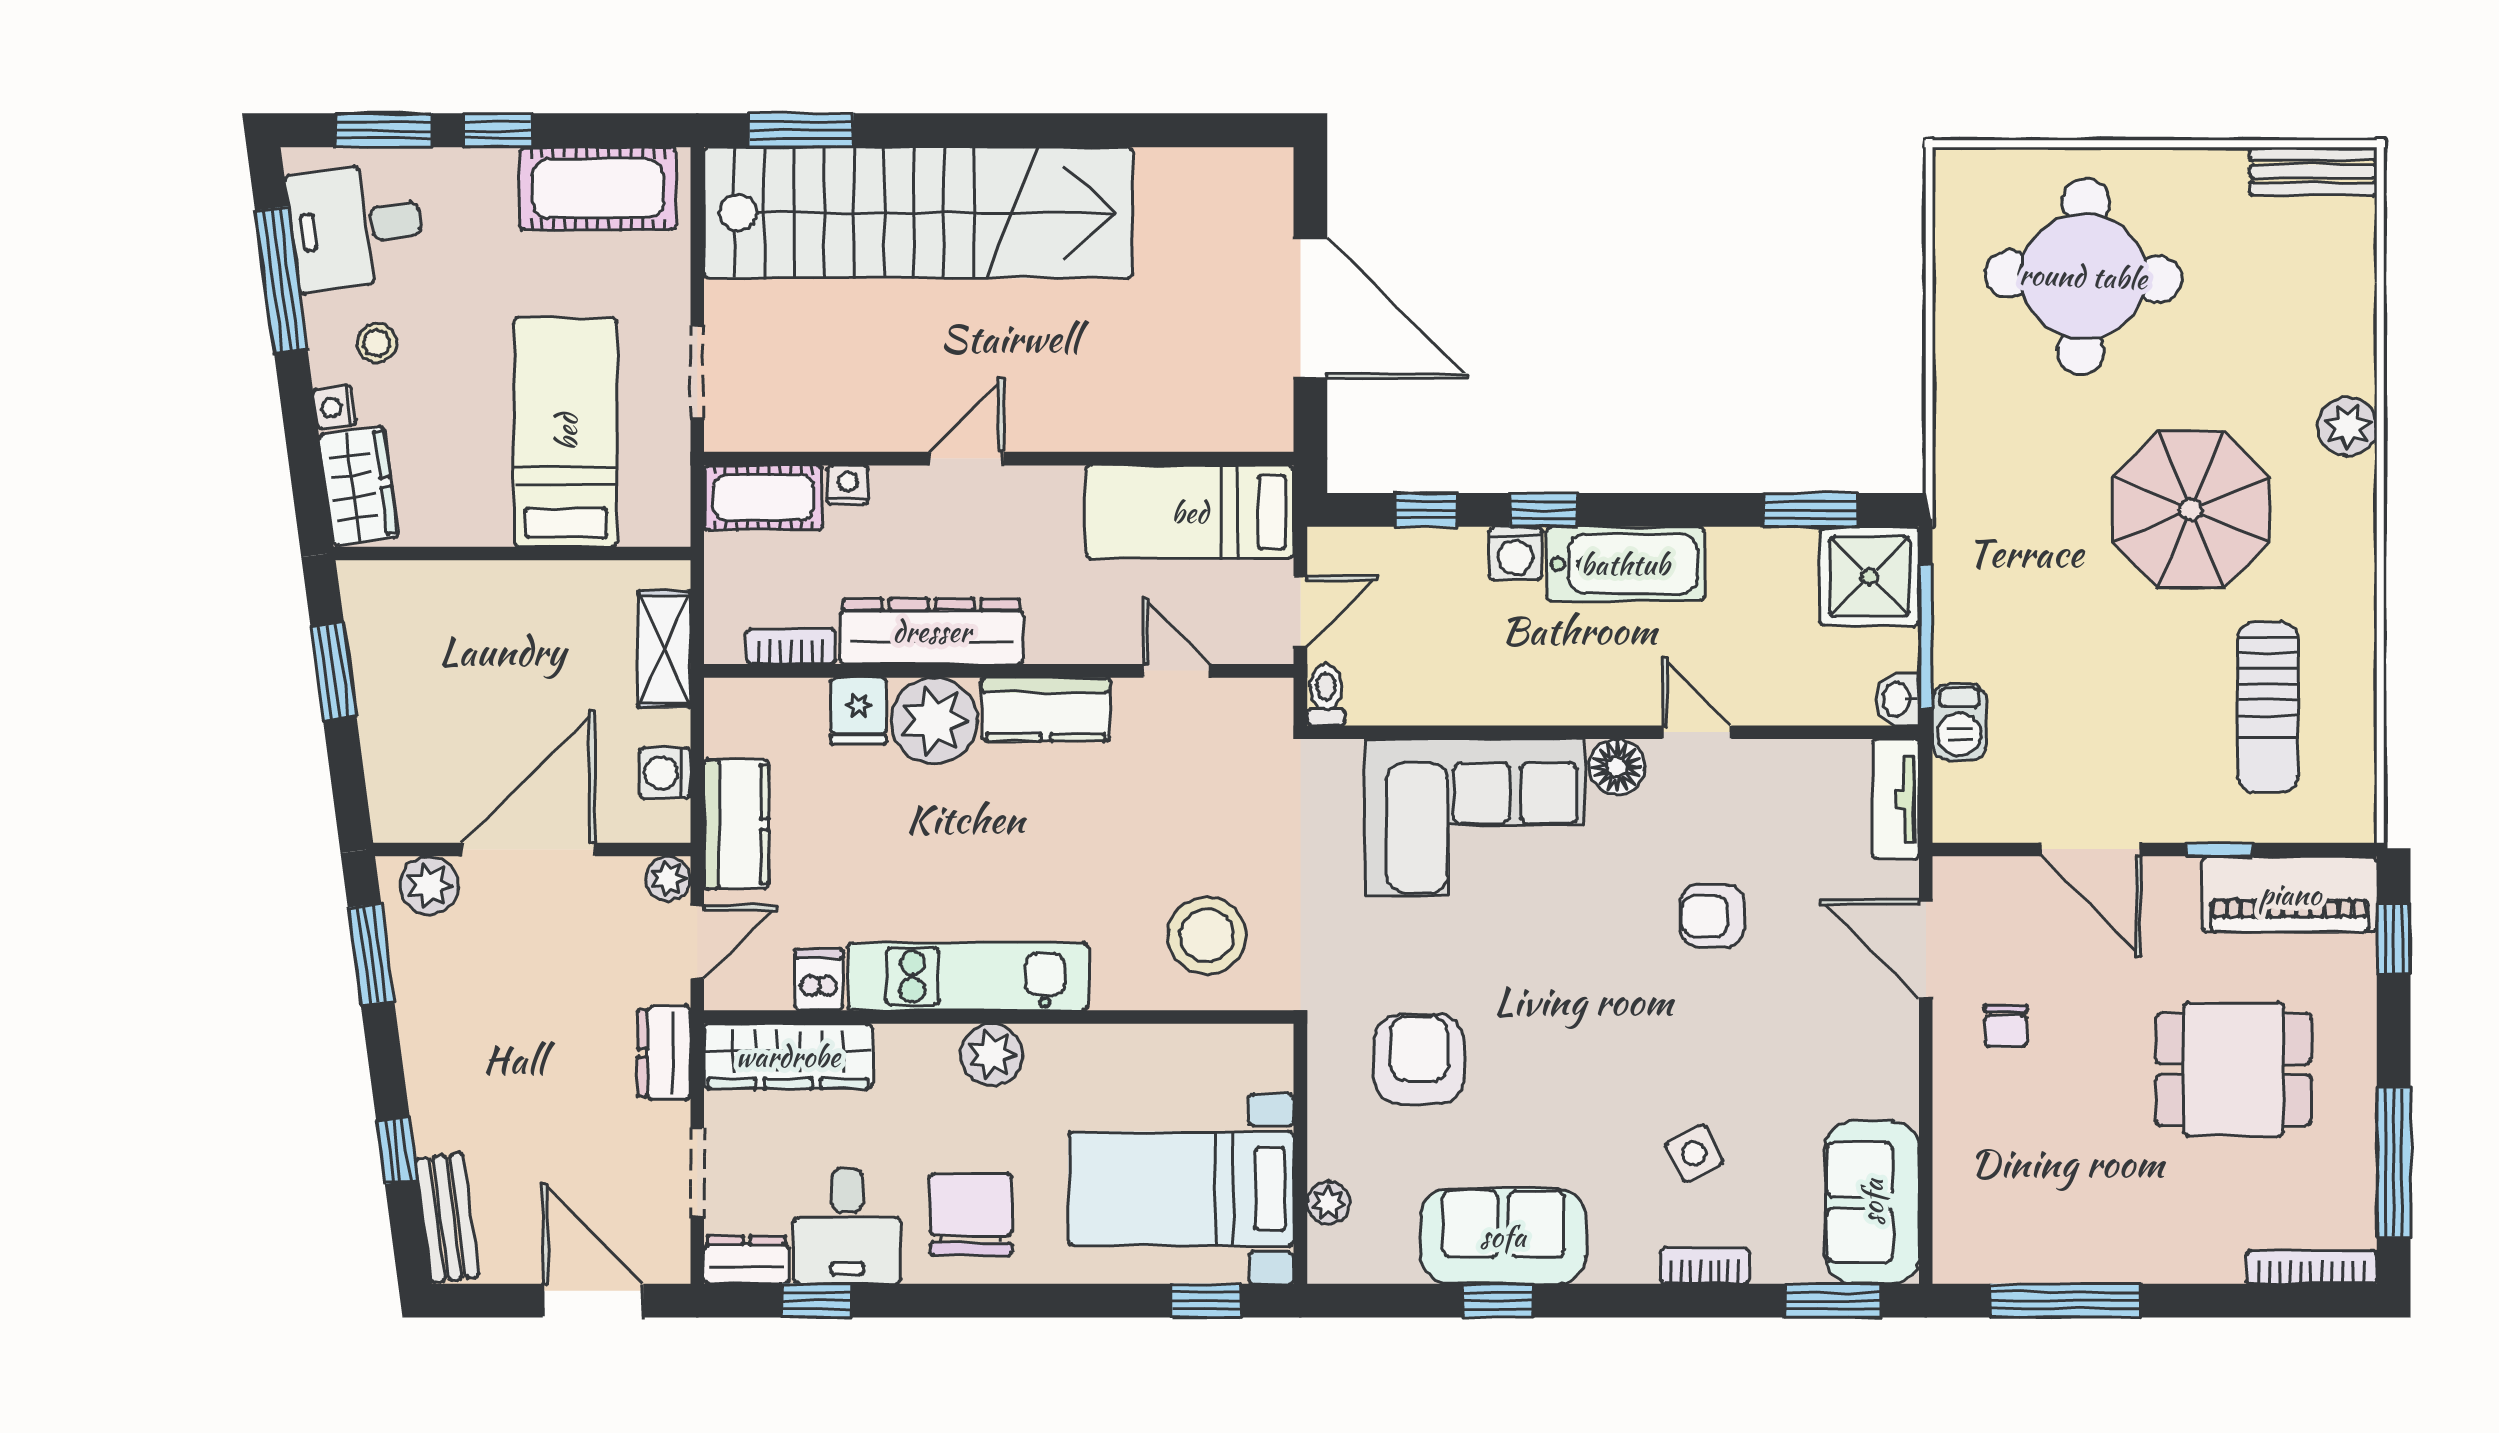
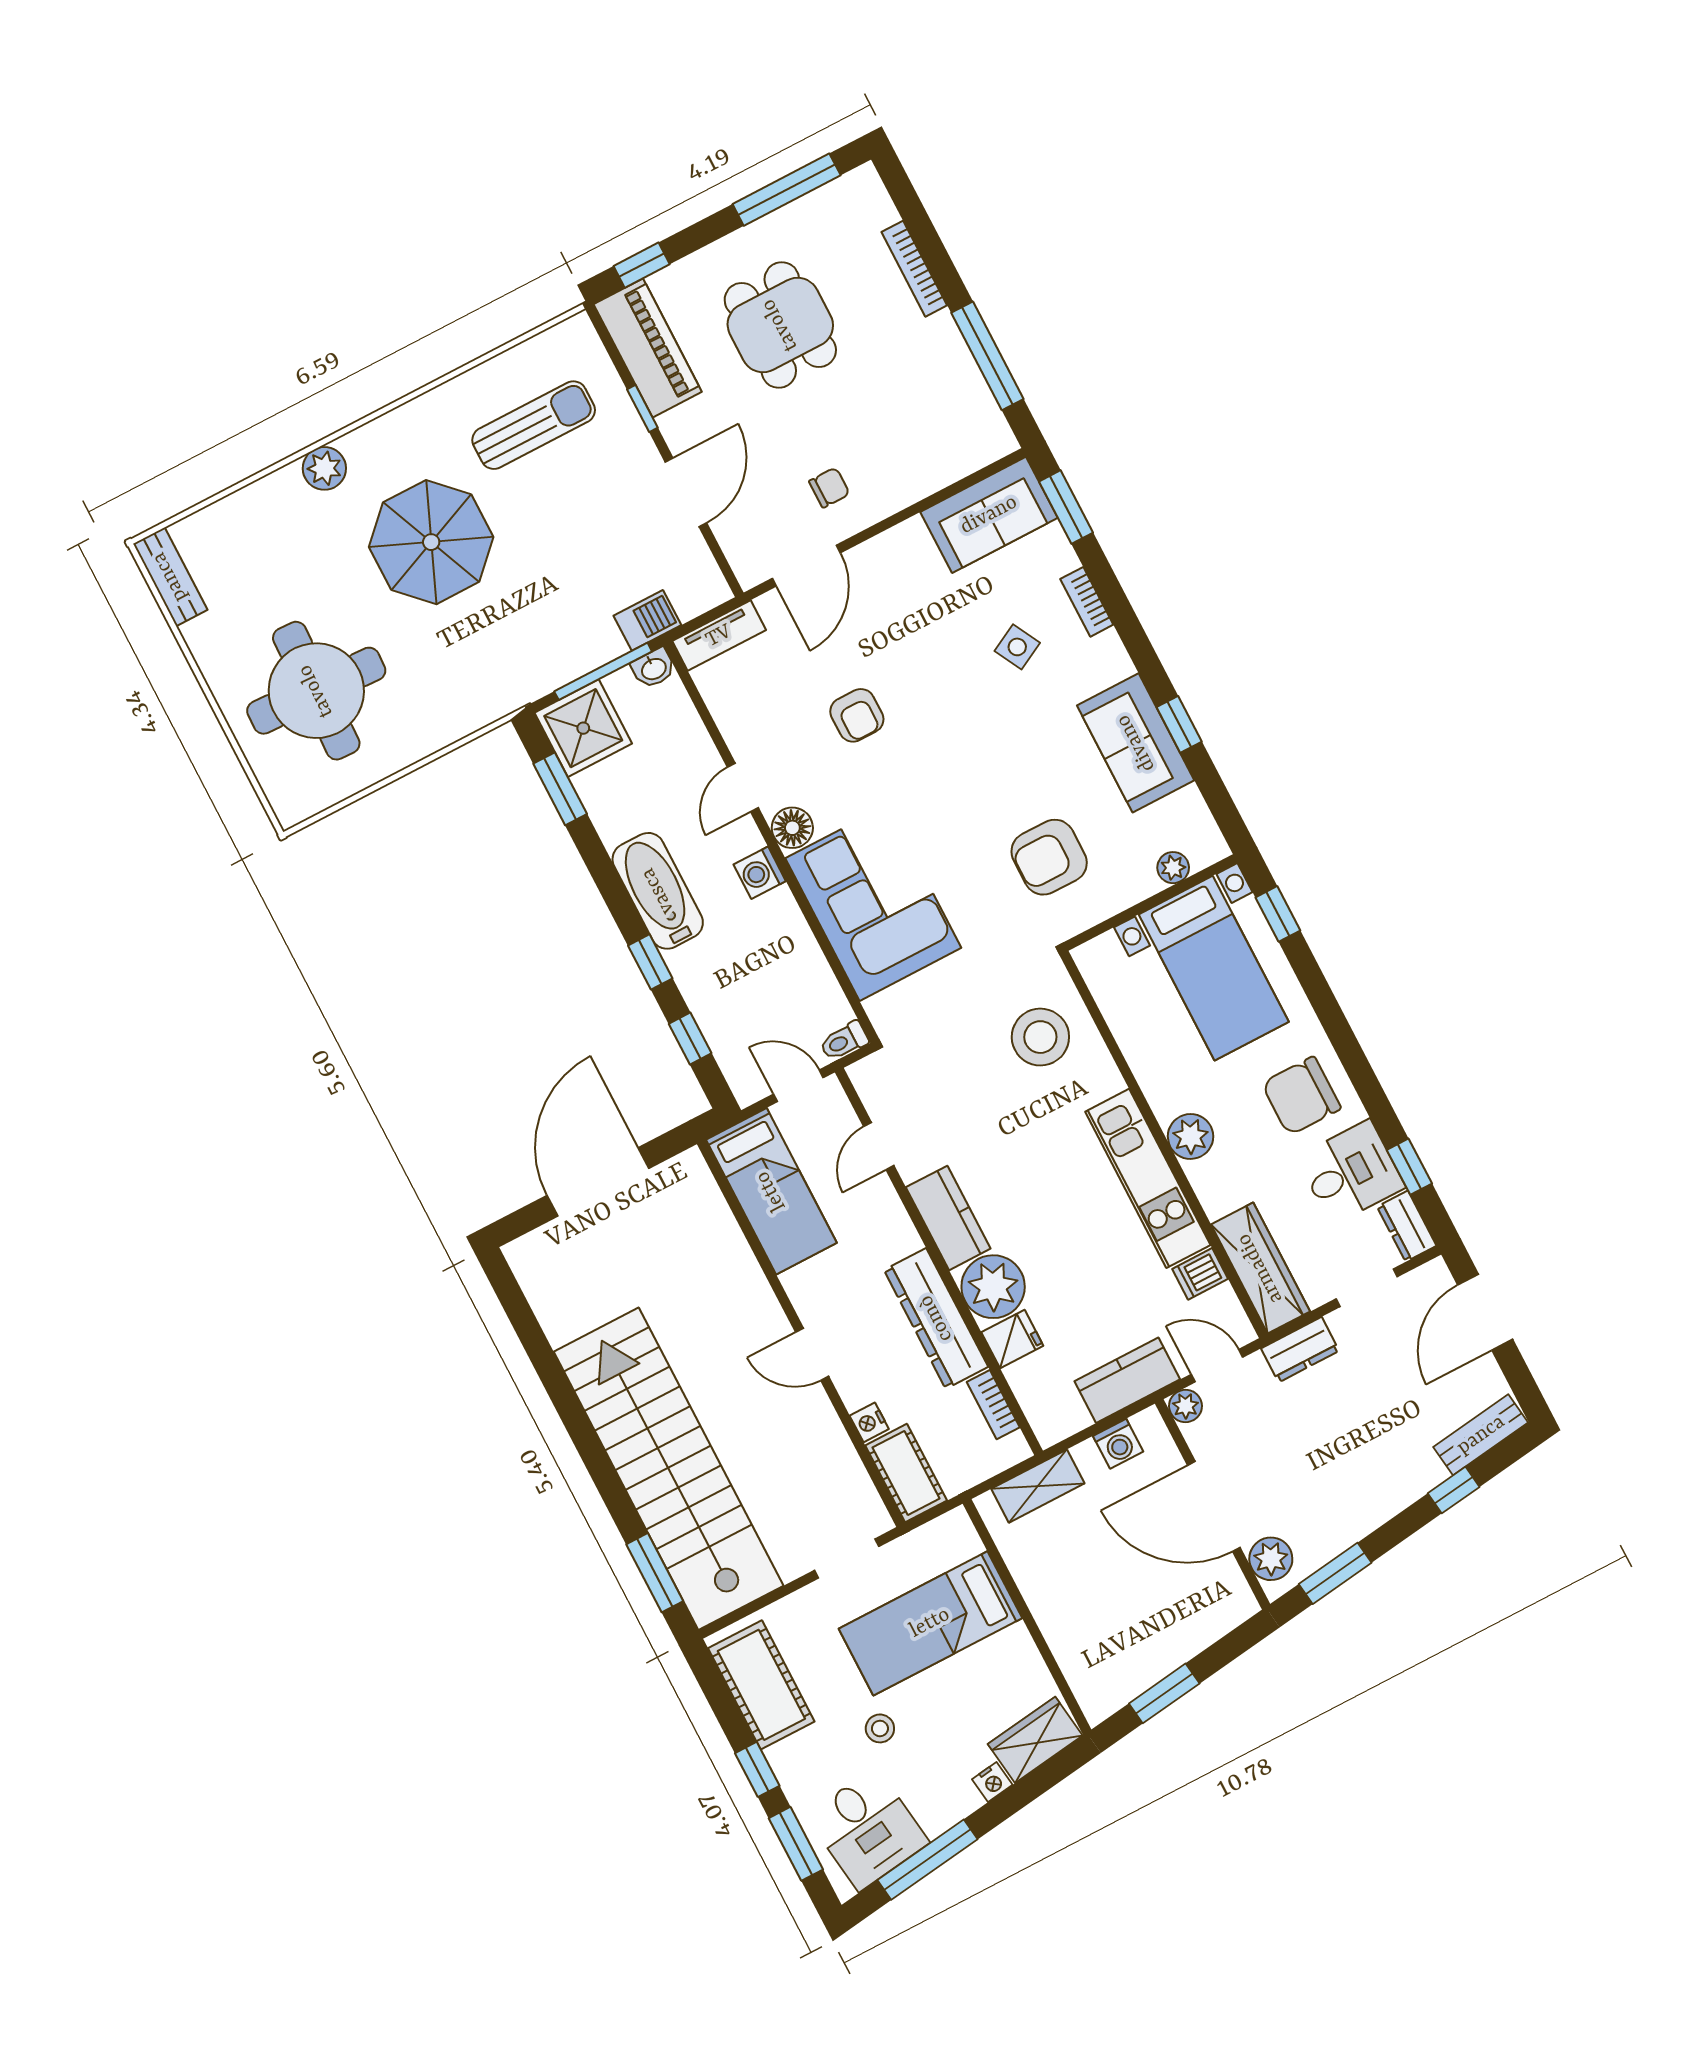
stool: (377, 343) -> (880, 1728), moved
washing machine: (1516, 553) -> (760, 873), moved, turned 180
bookcase: (2312, 1267) -> (914, 269), moved

